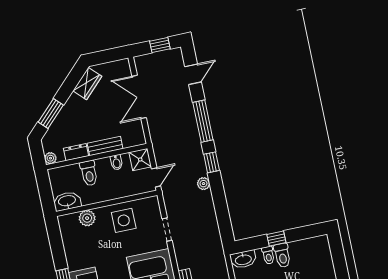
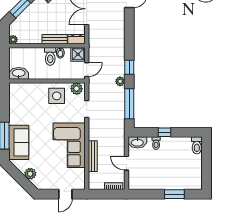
window: (203, 121) -> (129, 104), moved
dresser: (76, 152) -> (77, 39), moved
toilet: (89, 173) -> (50, 56), moved
plant: (87, 218) -> (77, 89), moved
toilet: (282, 255) -> (197, 145), moved

